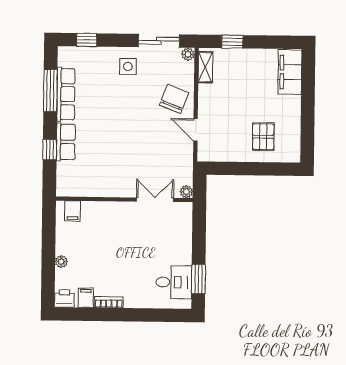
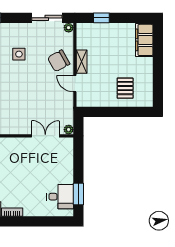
side table: (128, 66) -> (19, 54), moved
shelving: (205, 67) -> (82, 62), moved
chair: (174, 99) -> (59, 61), turned -140

